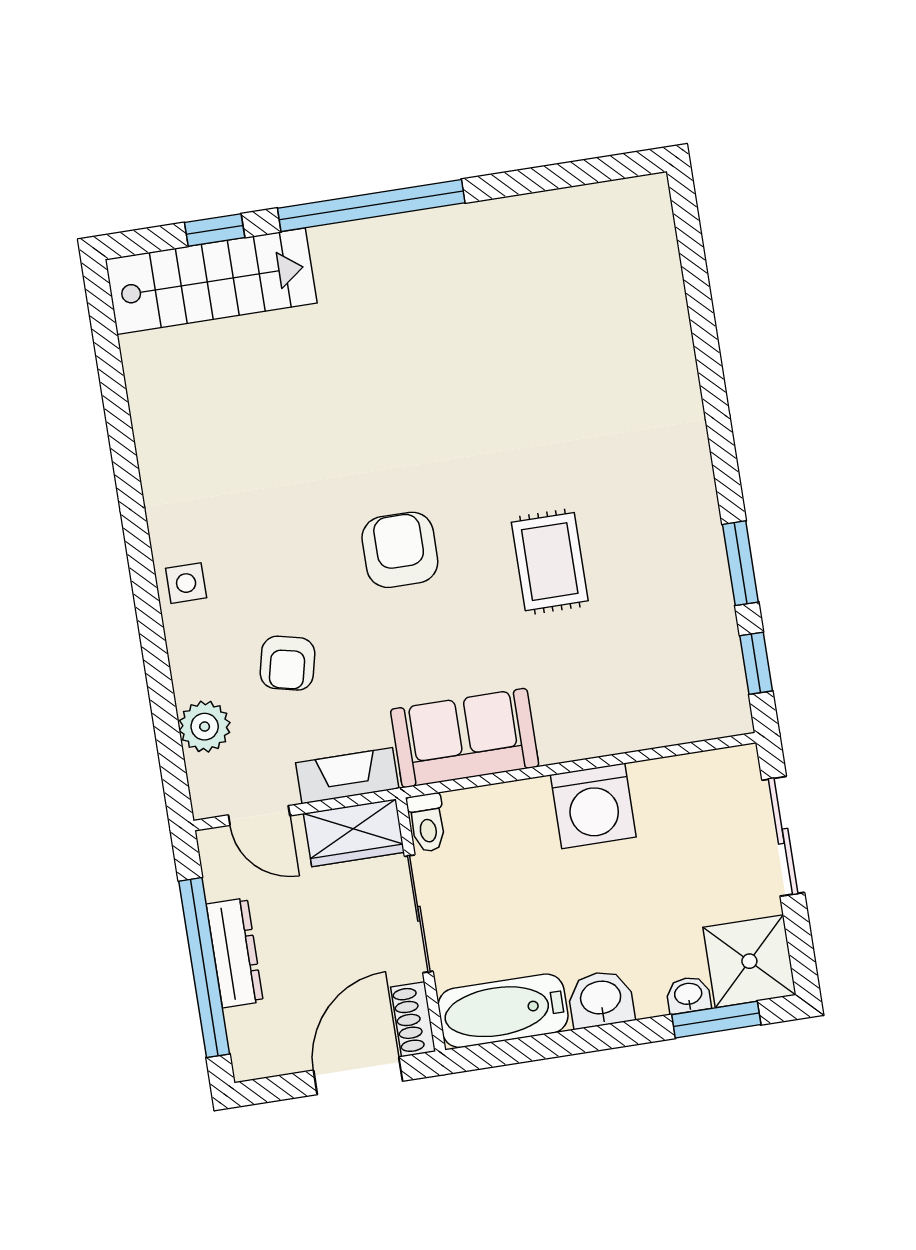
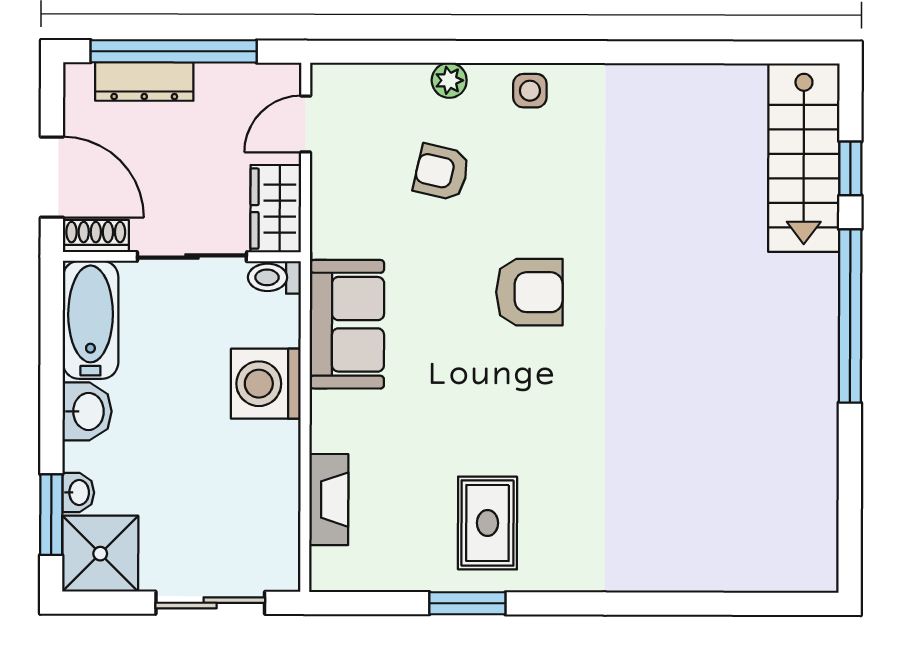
rug: (550, 562) -> (488, 523), moved, turned 90
window: (756, 663) -> (373, 603), removed
plant: (205, 727) -> (449, 80), moved, width x0.73, depth x0.73
fireplace: (347, 776) -> (329, 500), moved
washing machine: (593, 806) -> (266, 384), moved
dresser: (235, 953) -> (144, 82), moved

